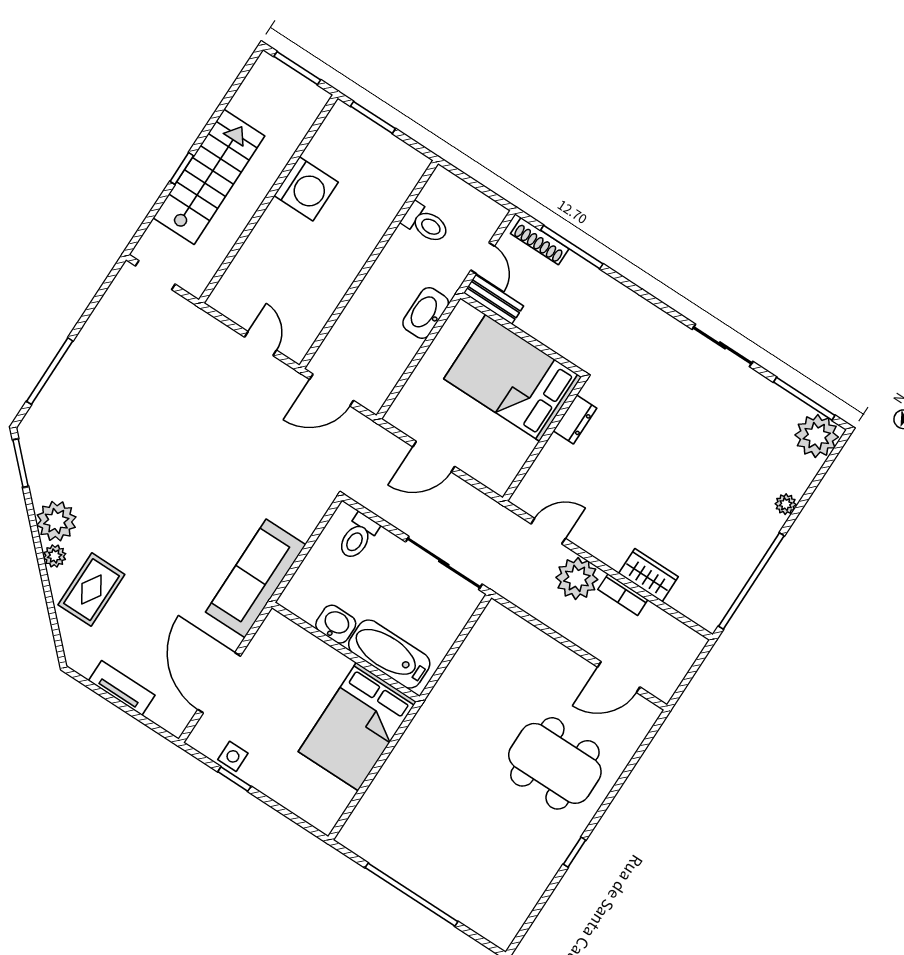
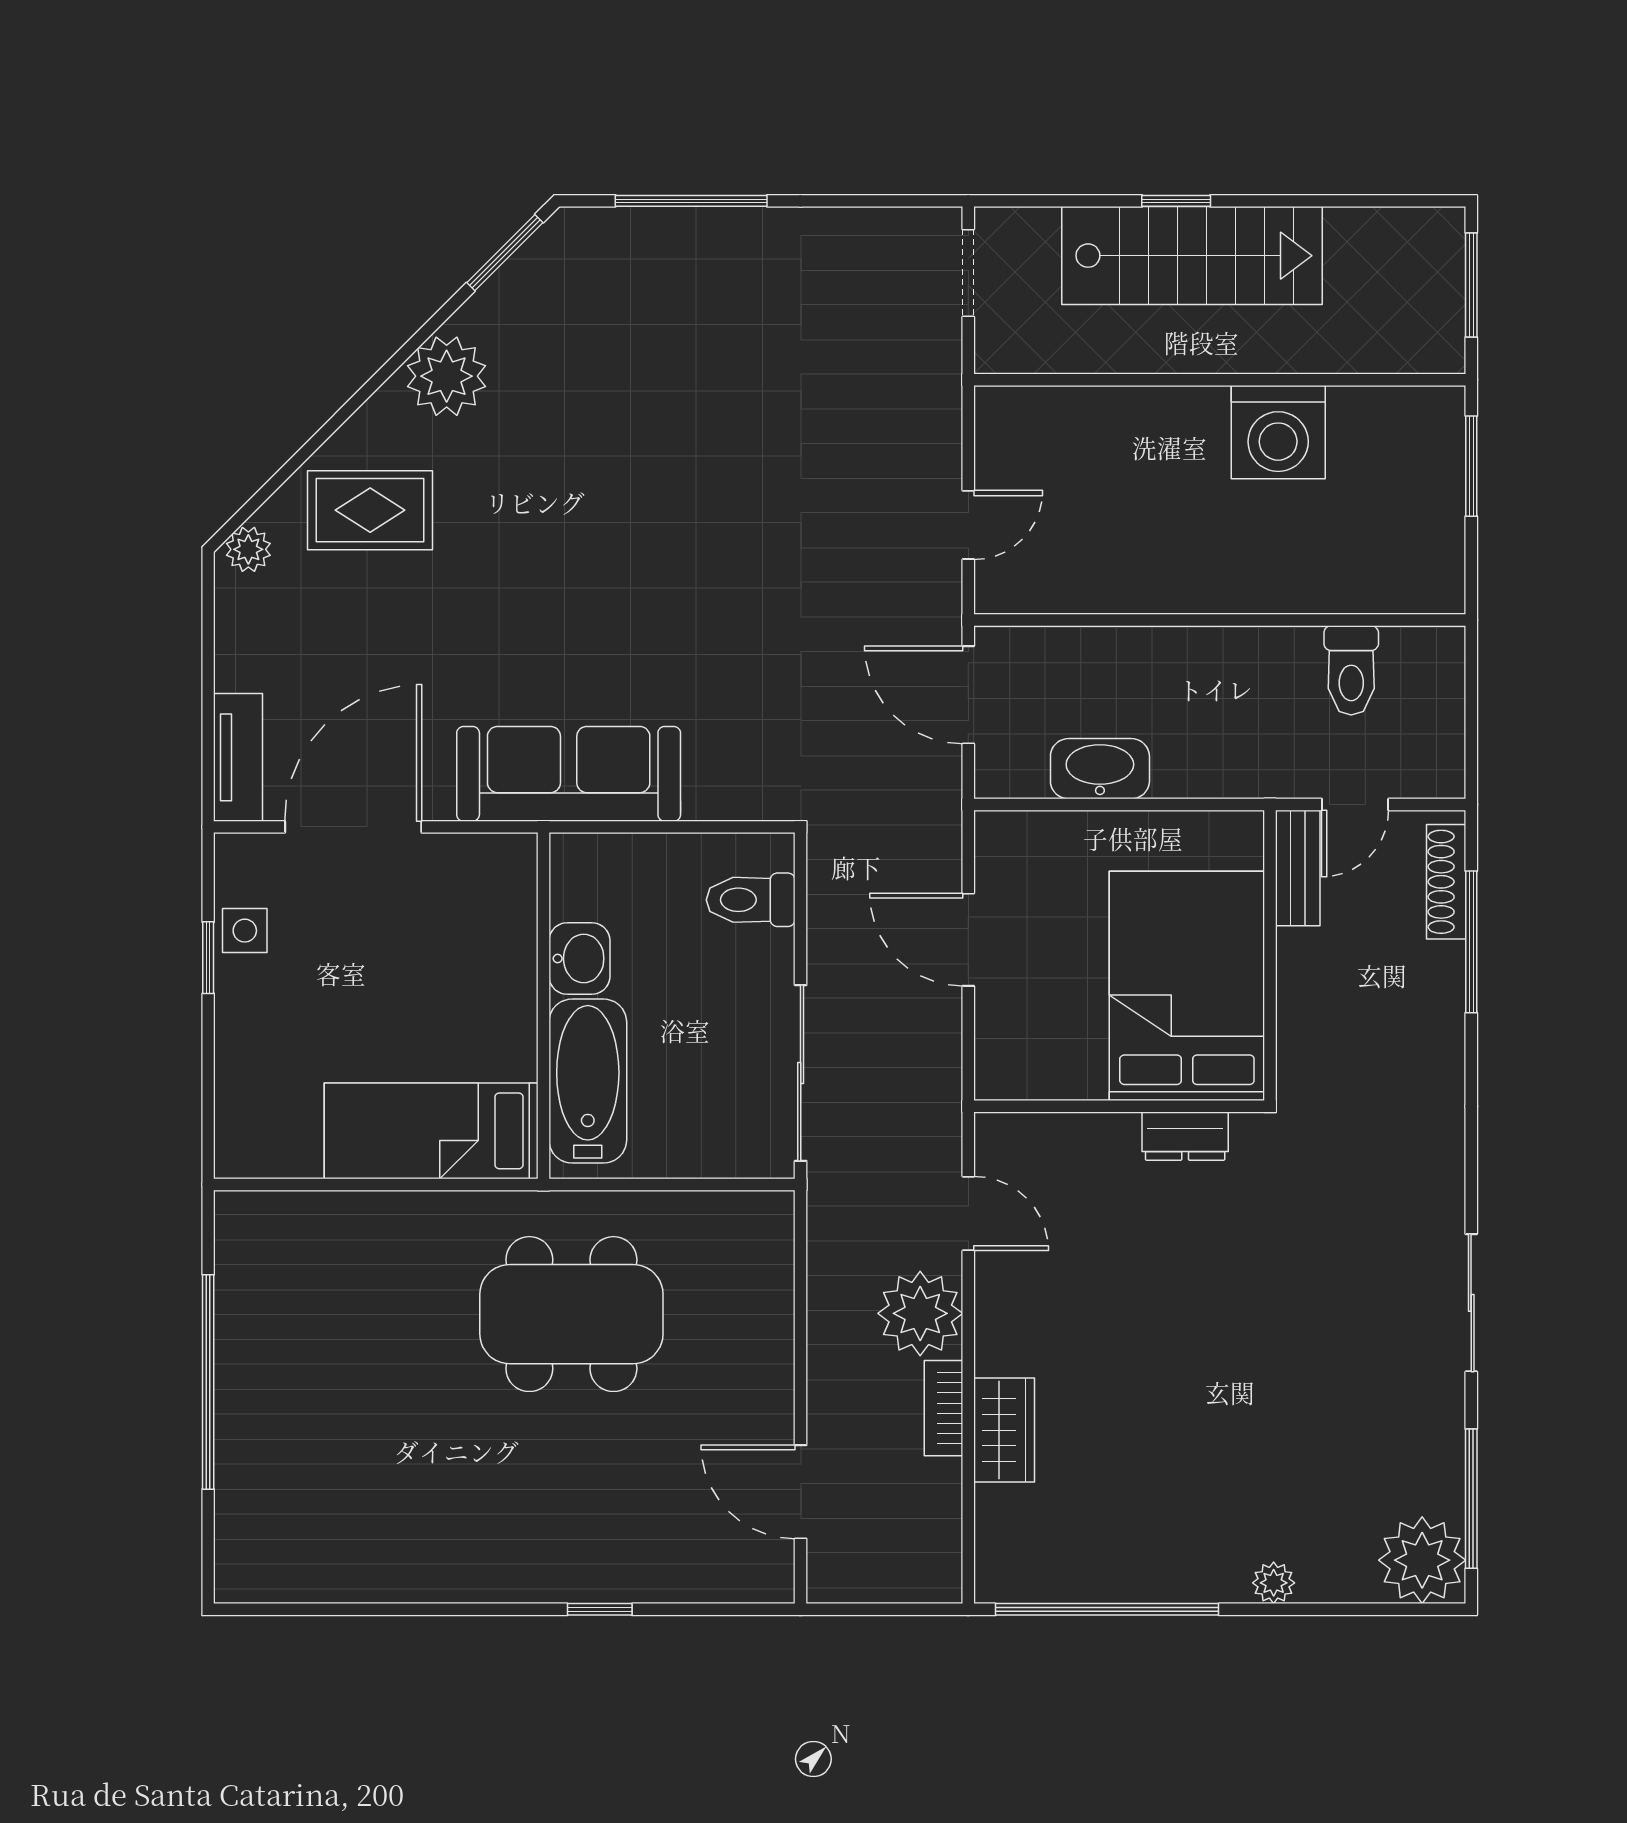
washbasin: (426, 313) -> (1100, 769), moved
plant: (55, 556) -> (248, 549), moved
tv unit: (122, 688) -> (238, 757), moved
bed: (357, 727) -> (431, 1131), width x0.67
dining table: (555, 763) -> (571, 1314), moved, turned 90
window: (575, 852) -> (600, 1609), moved

